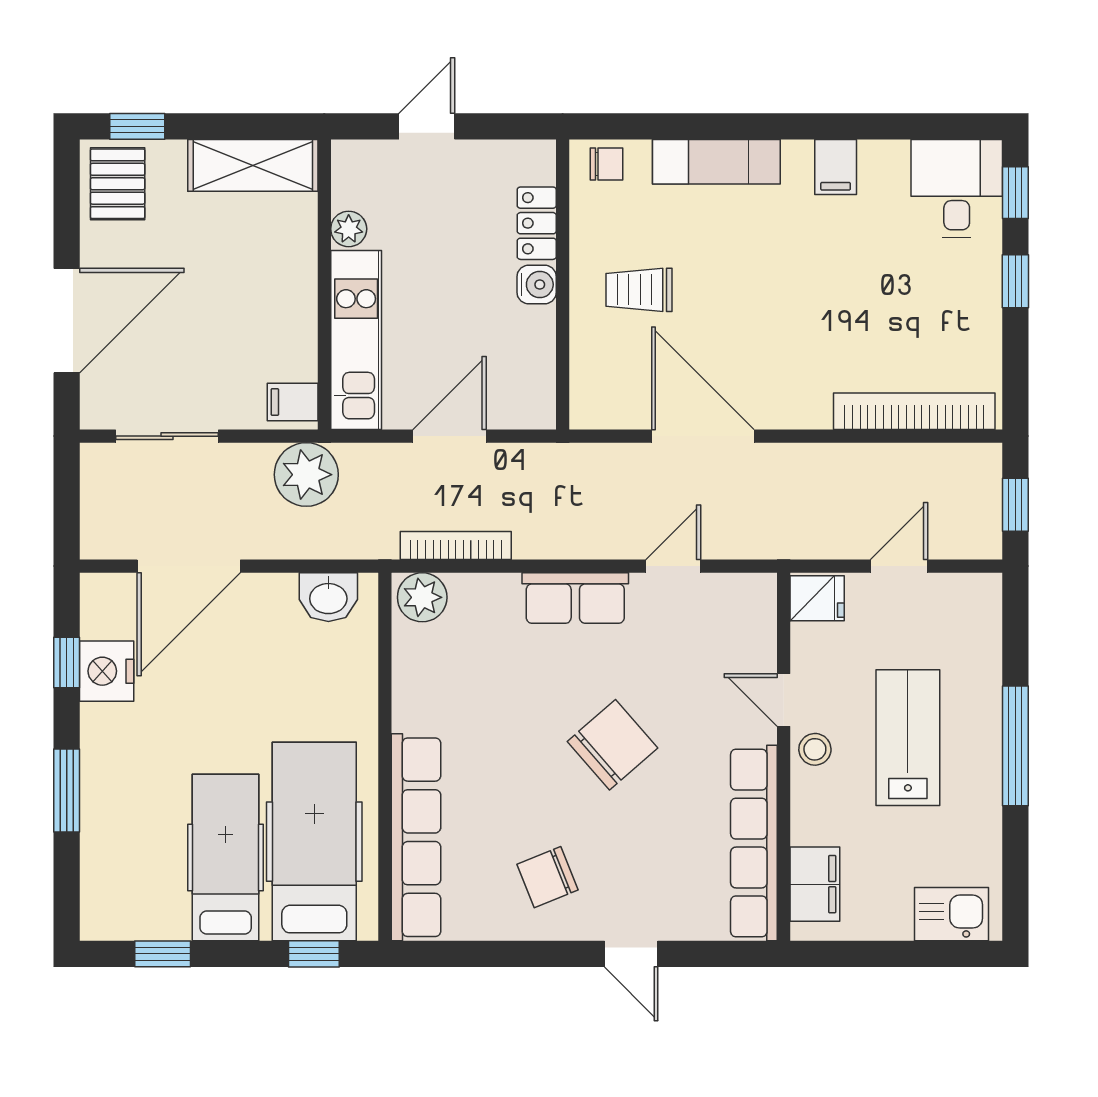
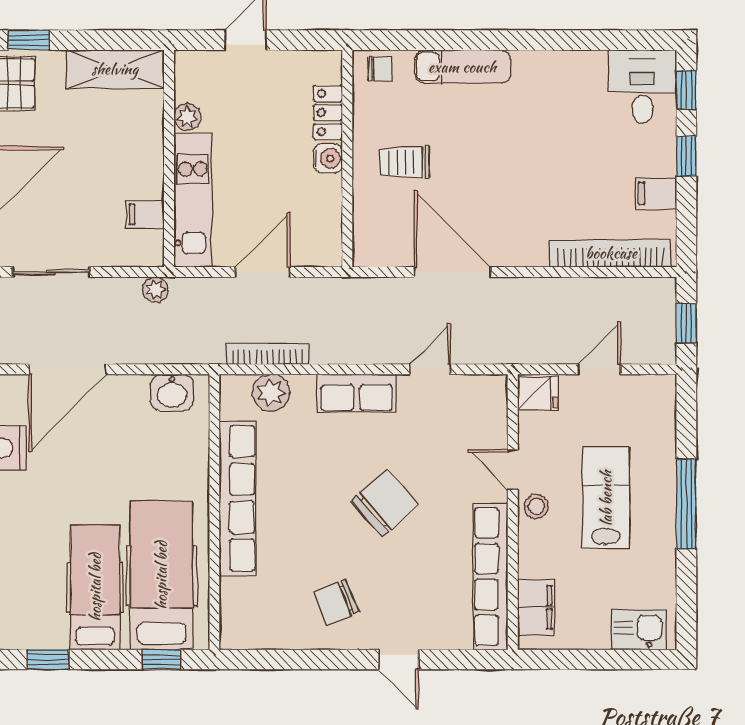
filing cabinet: (836, 167) -> (656, 193), moved, turned 90
filing cabinet: (293, 402) -> (145, 214), moved
plant: (306, 475) -> (155, 290), width x0.53, depth x0.53
plant: (422, 597) -> (271, 393), moved
row of seats: (416, 837) -> (238, 498), moved

